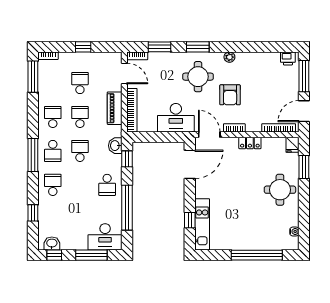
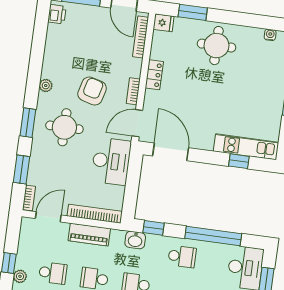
plant: (74, 57) -> (20, 276), added
school desk: (80, 83) -> (53, 273), turned 180
armchair: (230, 95) -> (92, 91), turned -75

